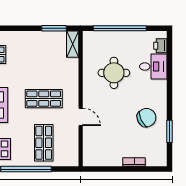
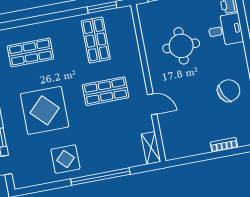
shelving: (73, 44) -> (151, 148), moved
shop shelf: (44, 143) -> (96, 40), moved

